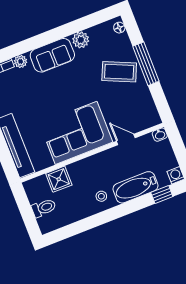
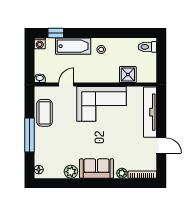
coffee table: (119, 72) -> (45, 113), moved, turned 66
door: (126, 140) -> (66, 85), swing flipped
toilet: (44, 208) -> (147, 47), moved

